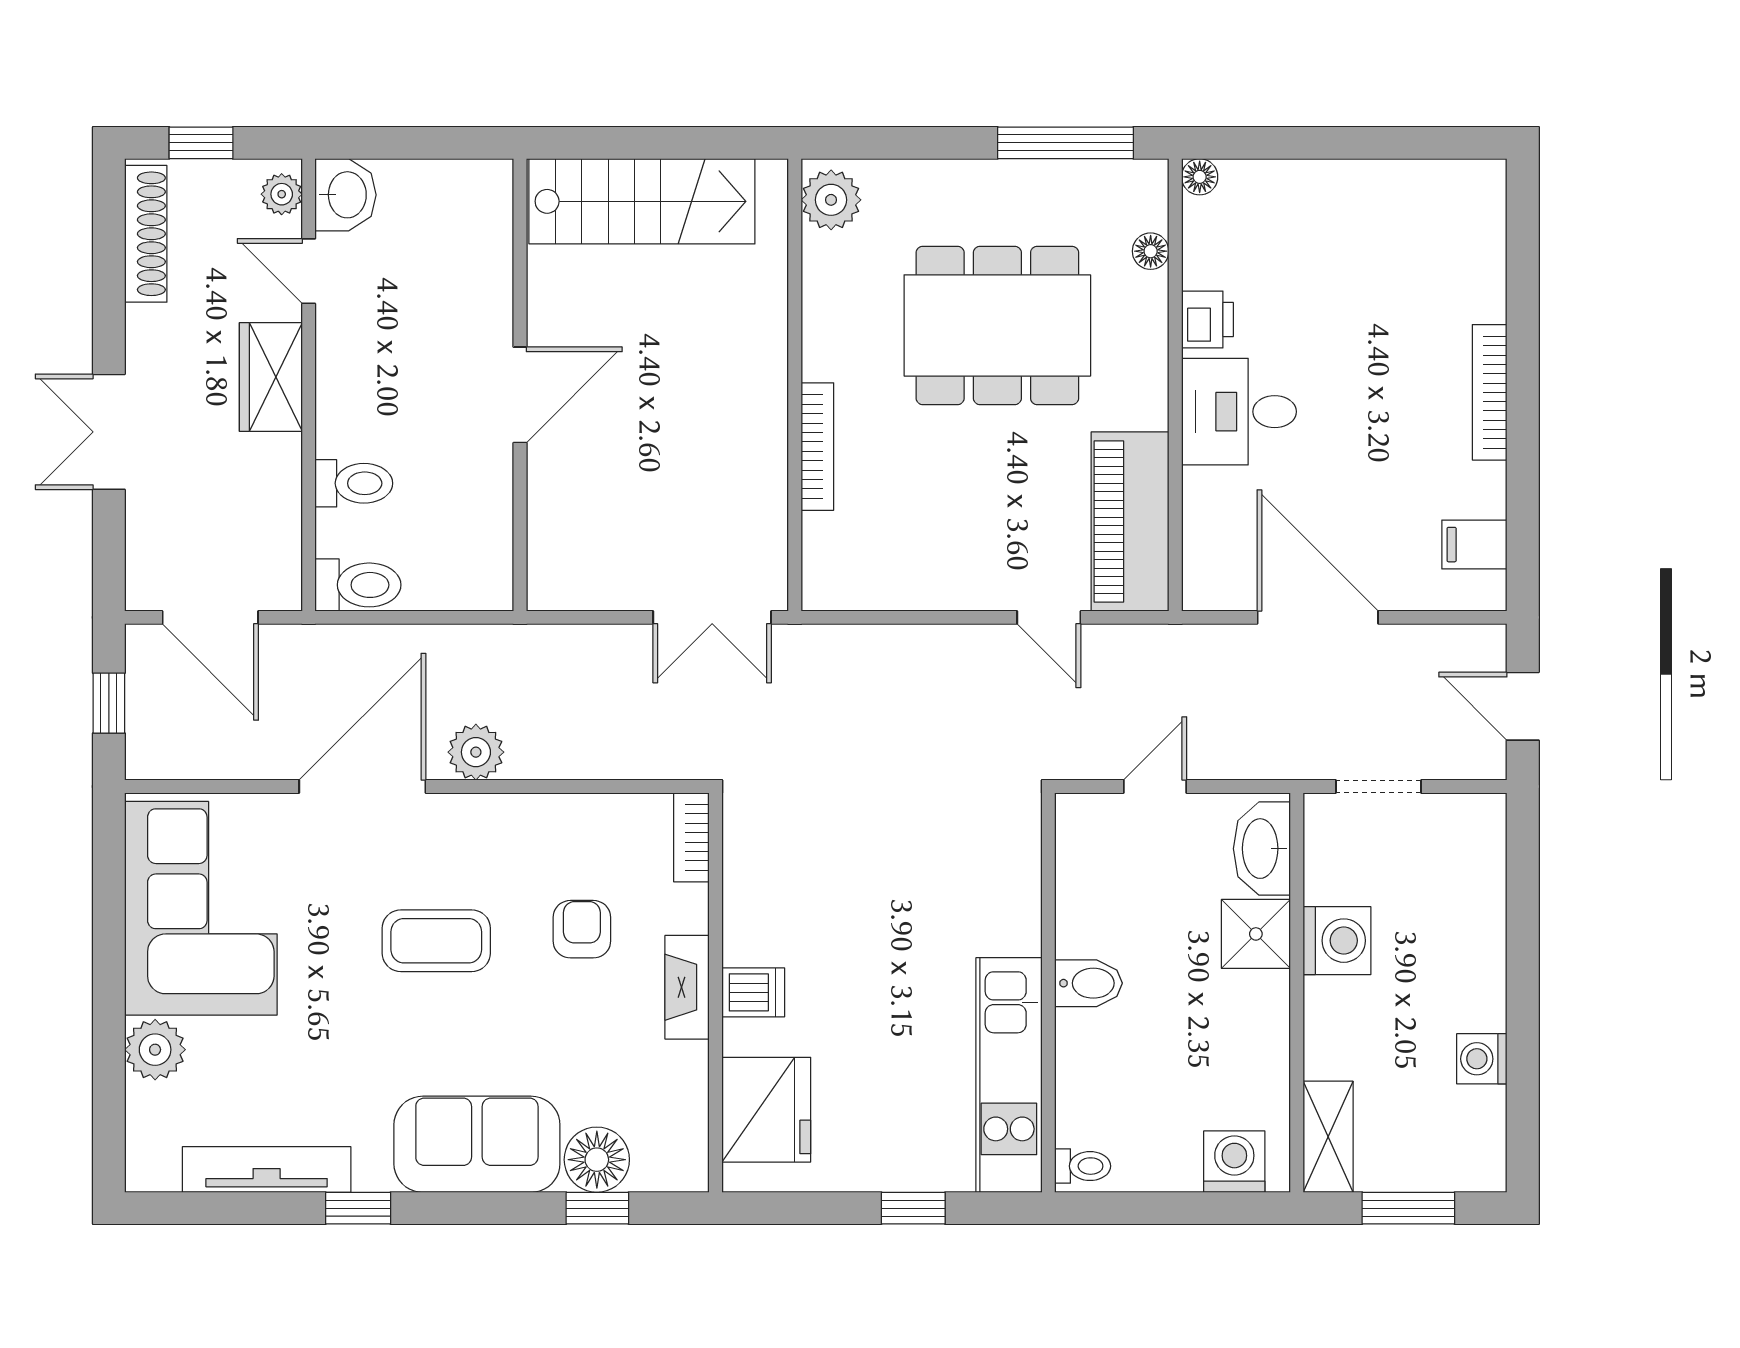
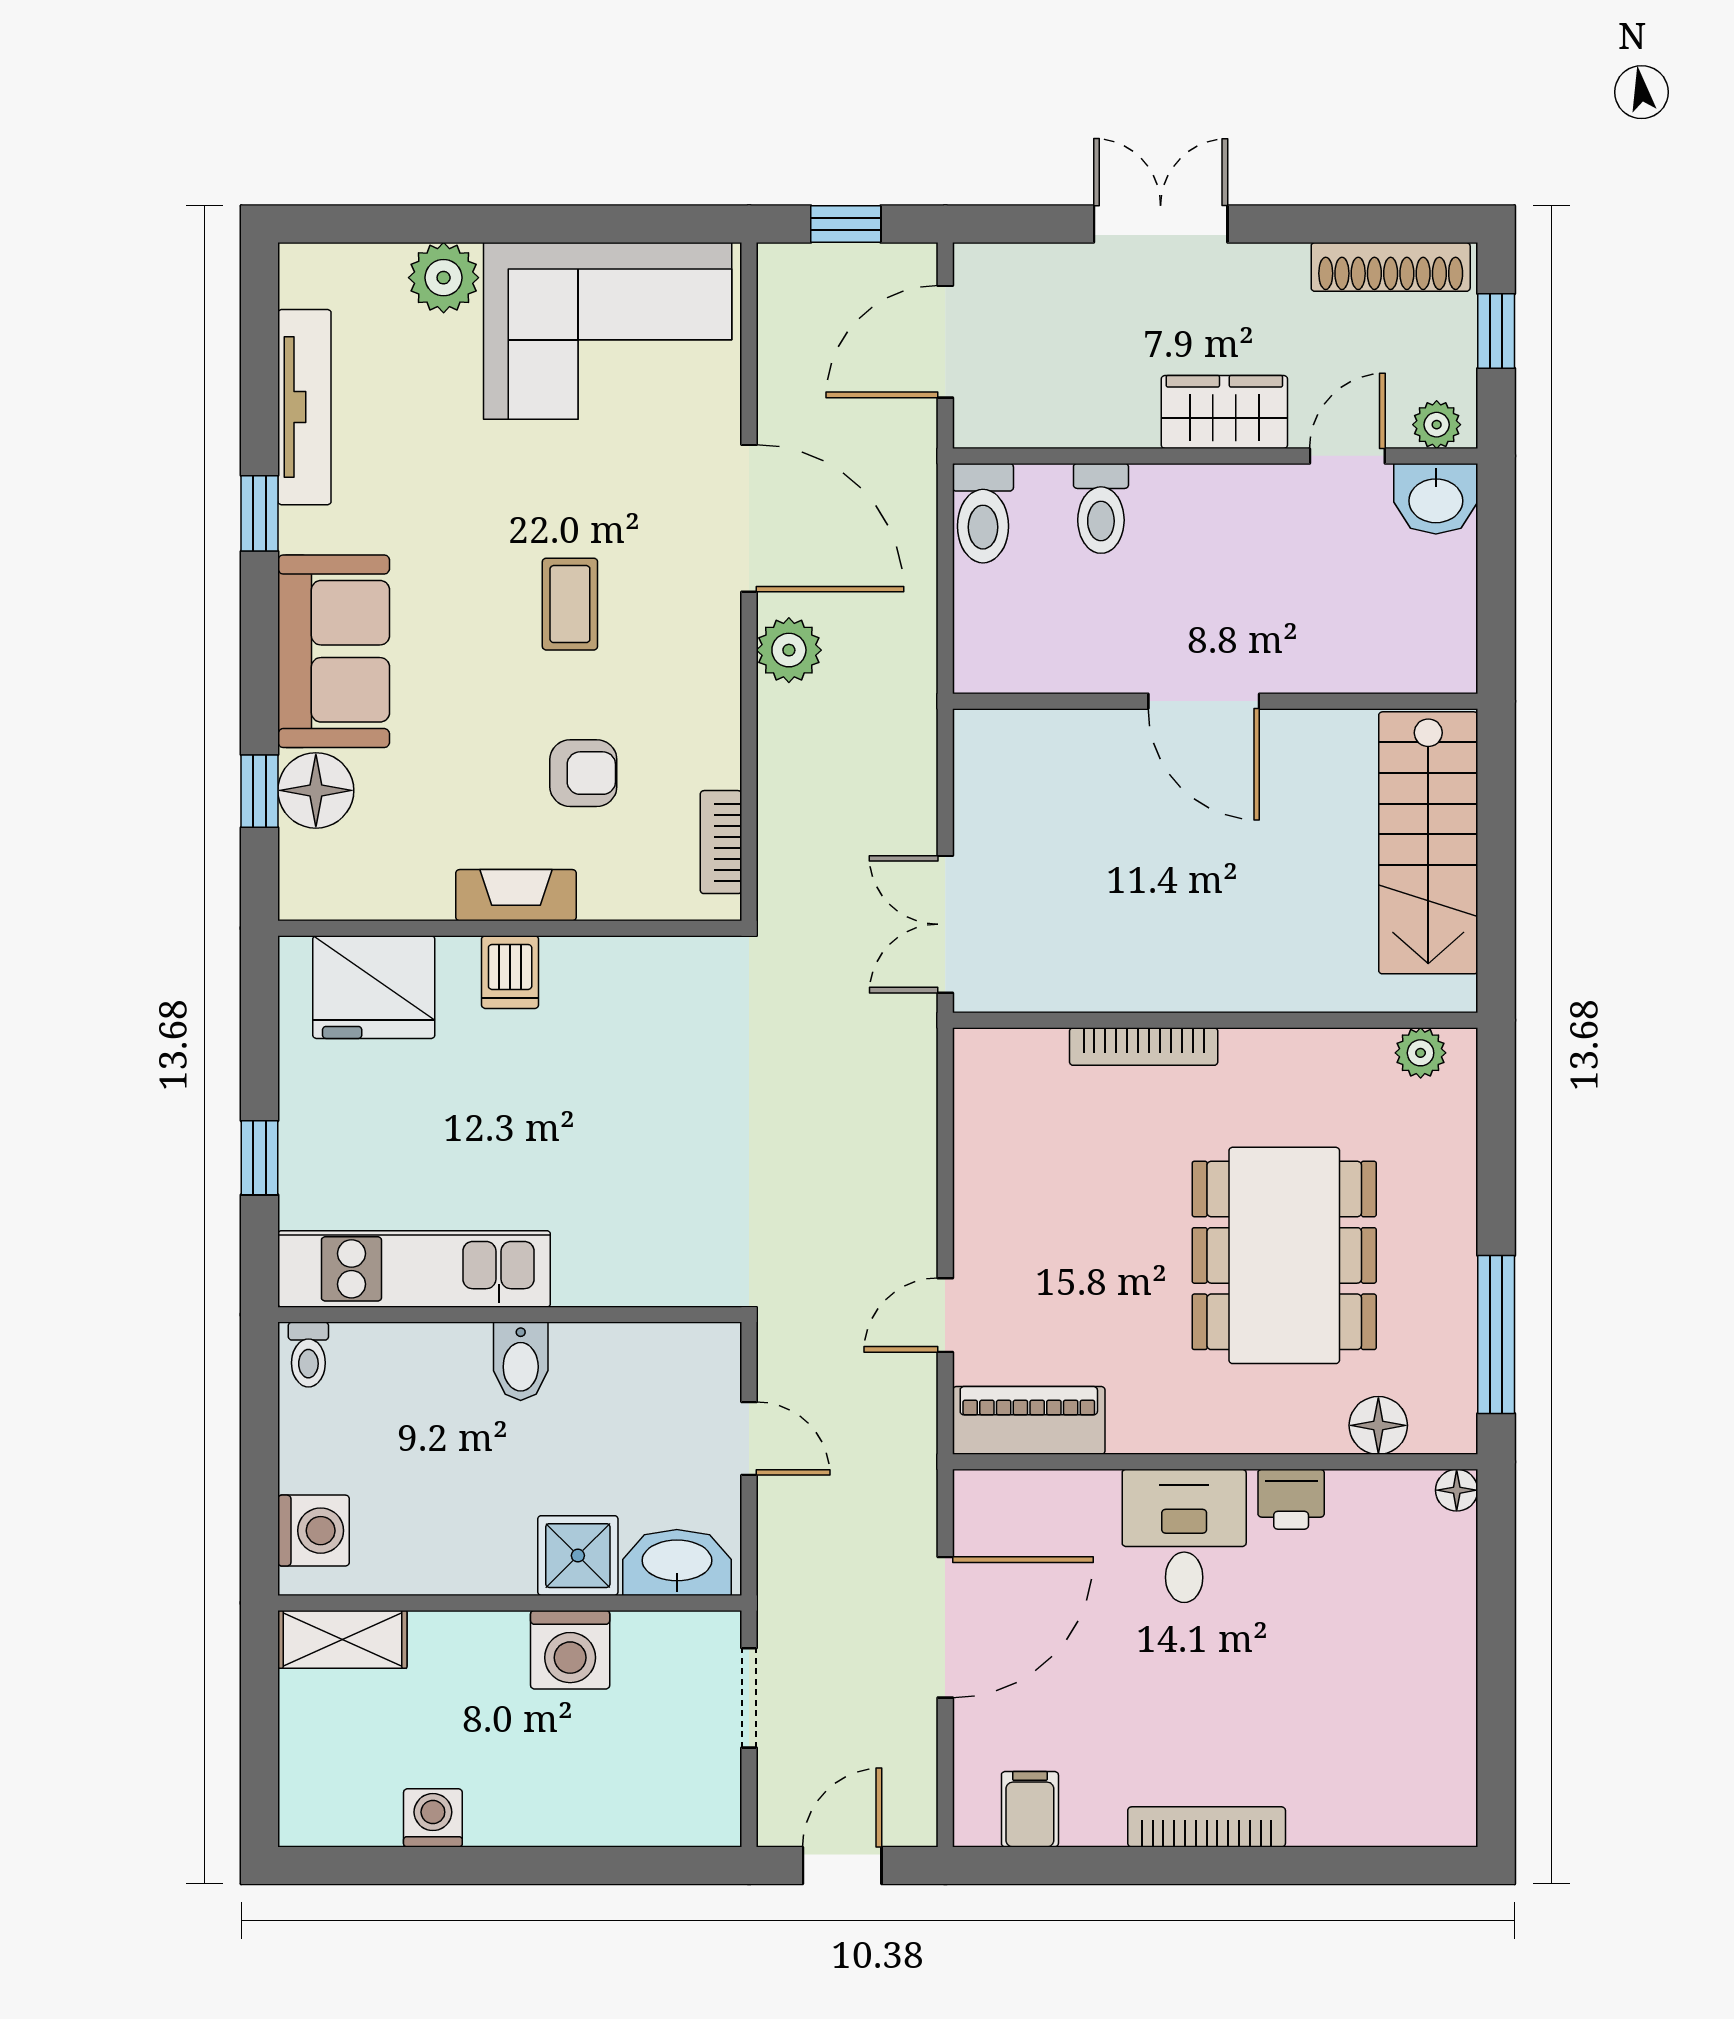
plant: (831, 200) -> (1421, 1053), width x0.73, depth x0.73
floor lamp: (1151, 251) -> (1378, 1425), width x1.37, depth x1.37
piano: (1130, 521) -> (1029, 1420), width x0.73, depth x0.75
bookcase: (691, 837) -> (721, 842), moved, turned -90
coffee table: (436, 941) -> (570, 604), width x0.73, depth x0.77
window: (1408, 1208) -> (260, 1733), removed

